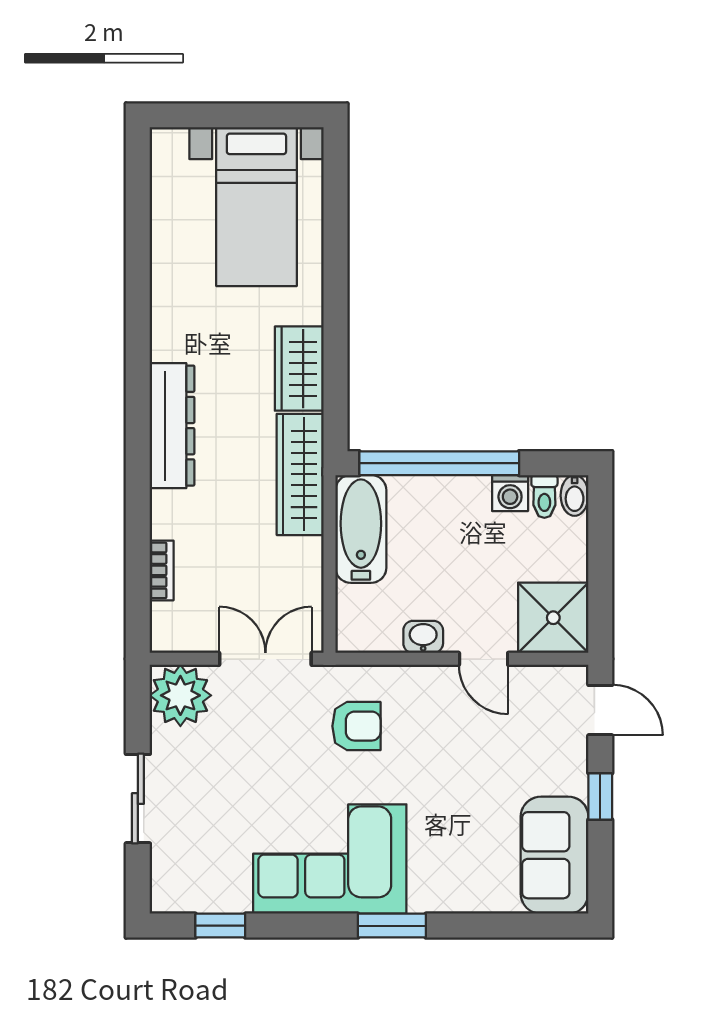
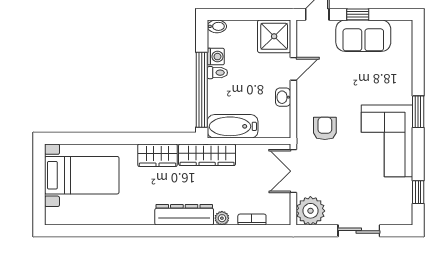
toilet: (544, 496) -> (217, 73), moved
plant: (165, 506) -> (222, 218), added
sofa: (555, 855) -> (363, 36), moved

